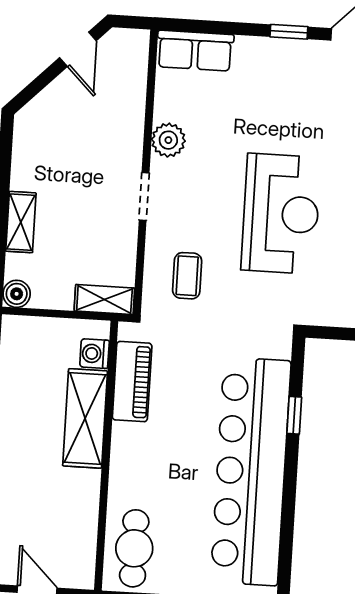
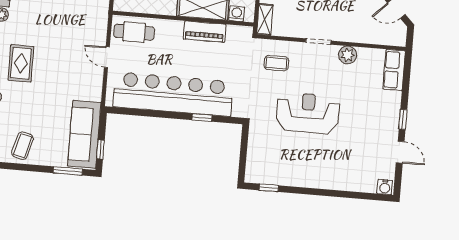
reception desk: (281, 214) -> (308, 113), turned 180
piano: (132, 382) -> (205, 32), moved

